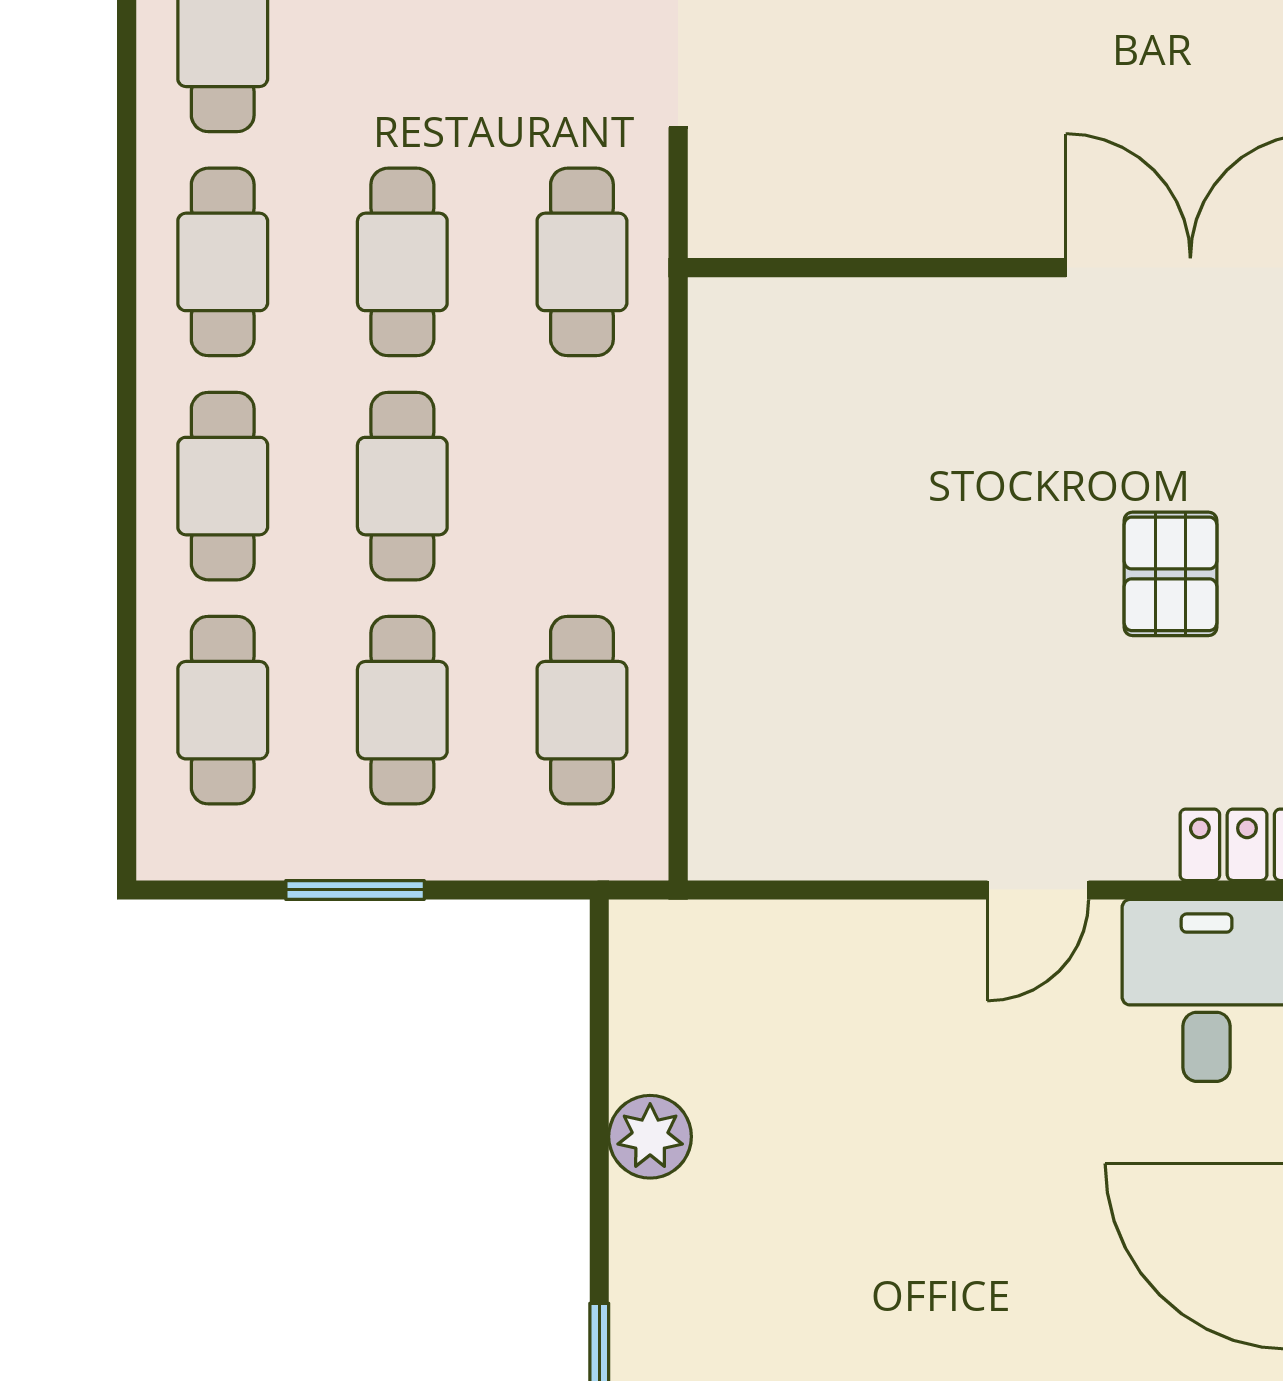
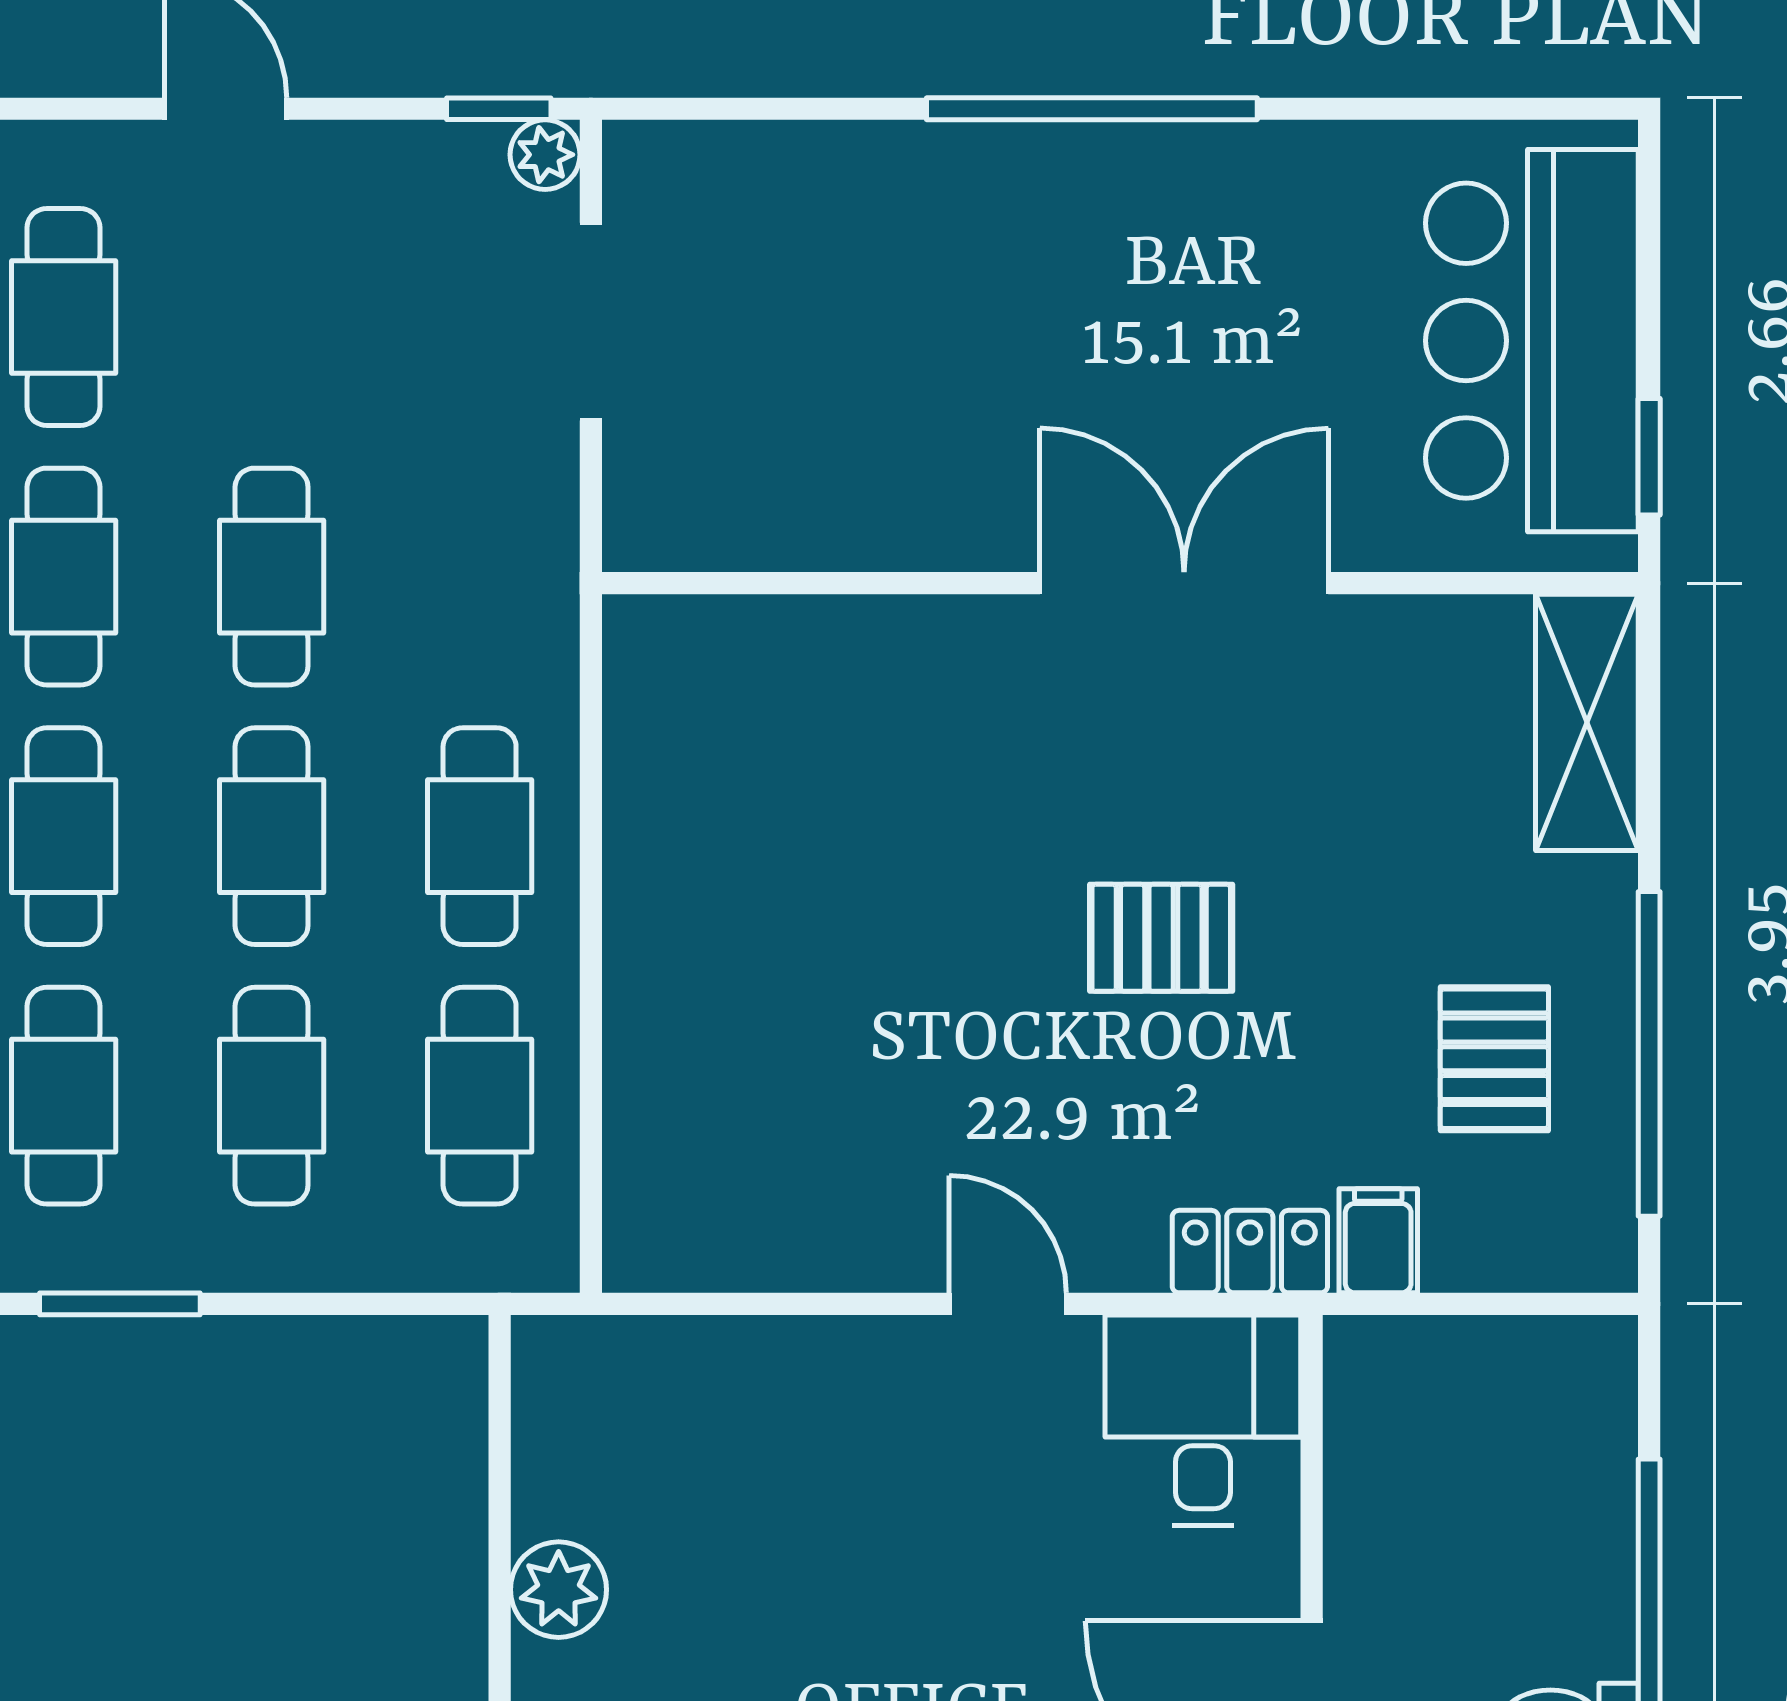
cafe table: (582, 262) -> (480, 836), moved
pallet: (1170, 574) -> (1161, 938), turned 90
window: (355, 890) -> (120, 1304), moved
door: (1038, 890) -> (1008, 1304), swing flipped

